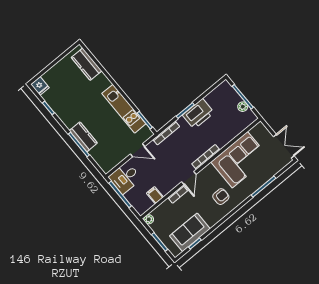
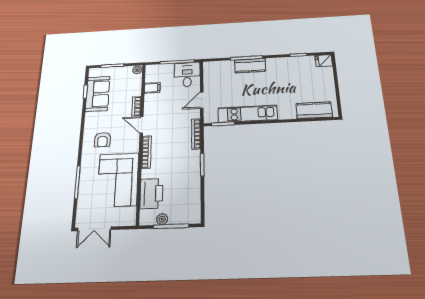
printer: (198, 114) -> (151, 194), moved, turned 180

